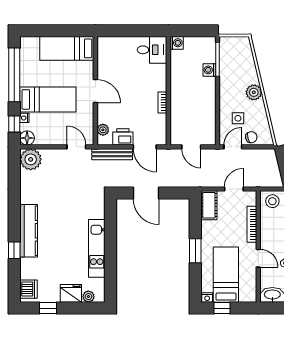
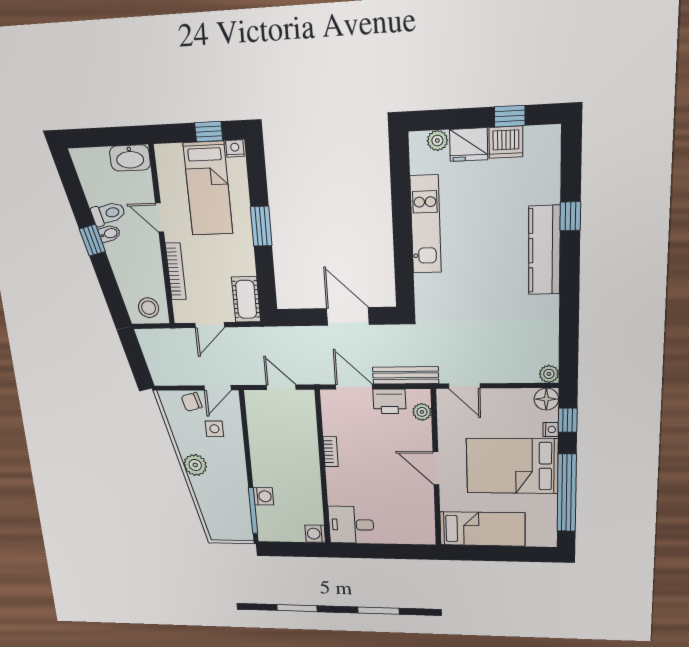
bed: (48, 99) -> (512, 466), width x1.50
plant: (31, 159) -> (549, 374), width x0.53, depth x0.53
dishwasher: (28, 289) -> (506, 142), moved, turned -90

